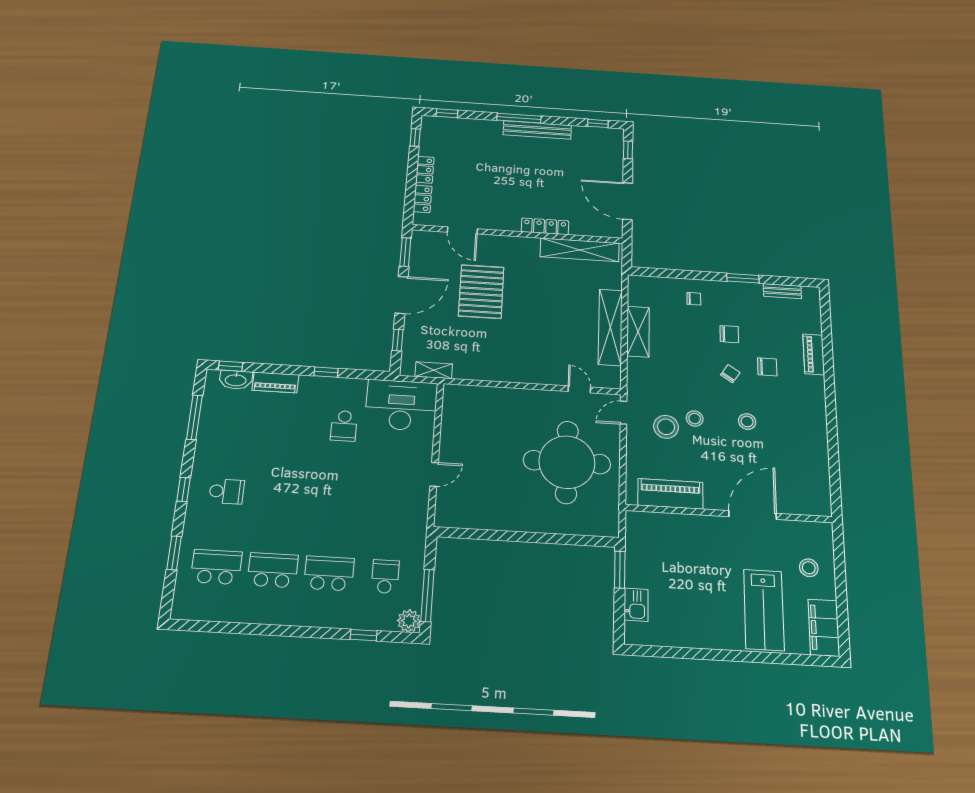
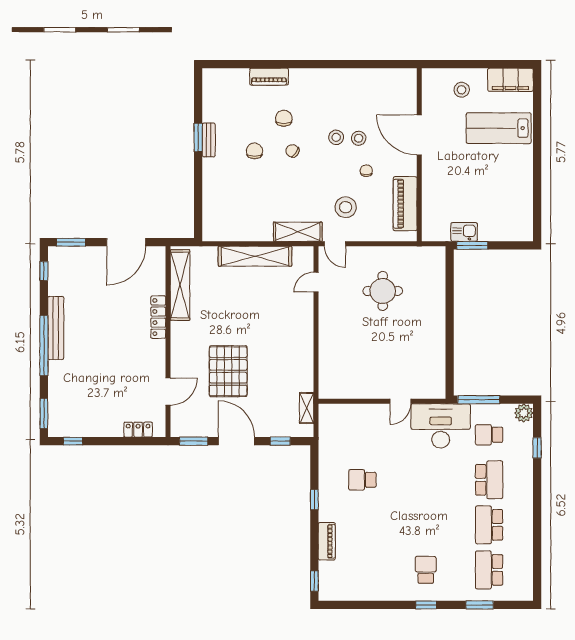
window: (447, 113) -> (44, 413), width x1.50
window: (519, 118) -> (44, 346), width x1.46
window: (628, 150) -> (71, 242), width x1.50
locker: (425, 170) -> (107, 430), removed
bench: (782, 291) -> (209, 140), moved
pallet: (481, 292) -> (228, 371), turned 90
chair: (694, 299) -> (366, 171), moved
shelving: (638, 332) -> (298, 232), moved
washbasin: (236, 380) -> (327, 575), removed
desk: (401, 405) -> (441, 426), moved, turned 90
window: (194, 417) -> (363, 605), removed
stool: (695, 419) -> (359, 138), moved
school desk: (344, 426) -> (362, 480), turned 180
round table: (567, 462) -> (383, 291), width x0.54, depth x0.54
door: (434, 474) -> (400, 401), swing flipped
school desk: (329, 573) -> (489, 480), turned 180
window: (427, 596) -> (479, 400), moved
kitchen sink: (636, 605) -> (464, 232), moved
lab bench: (764, 610) -> (499, 128), turned 180

